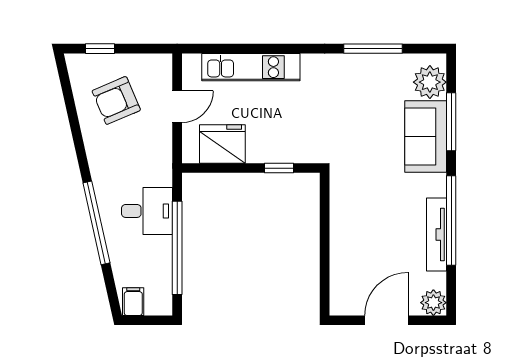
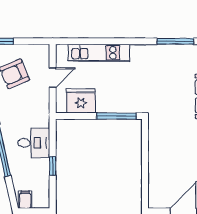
window: (279, 168) -> (116, 116), width x2.17
window: (177, 248) -> (53, 166), width x0.32

